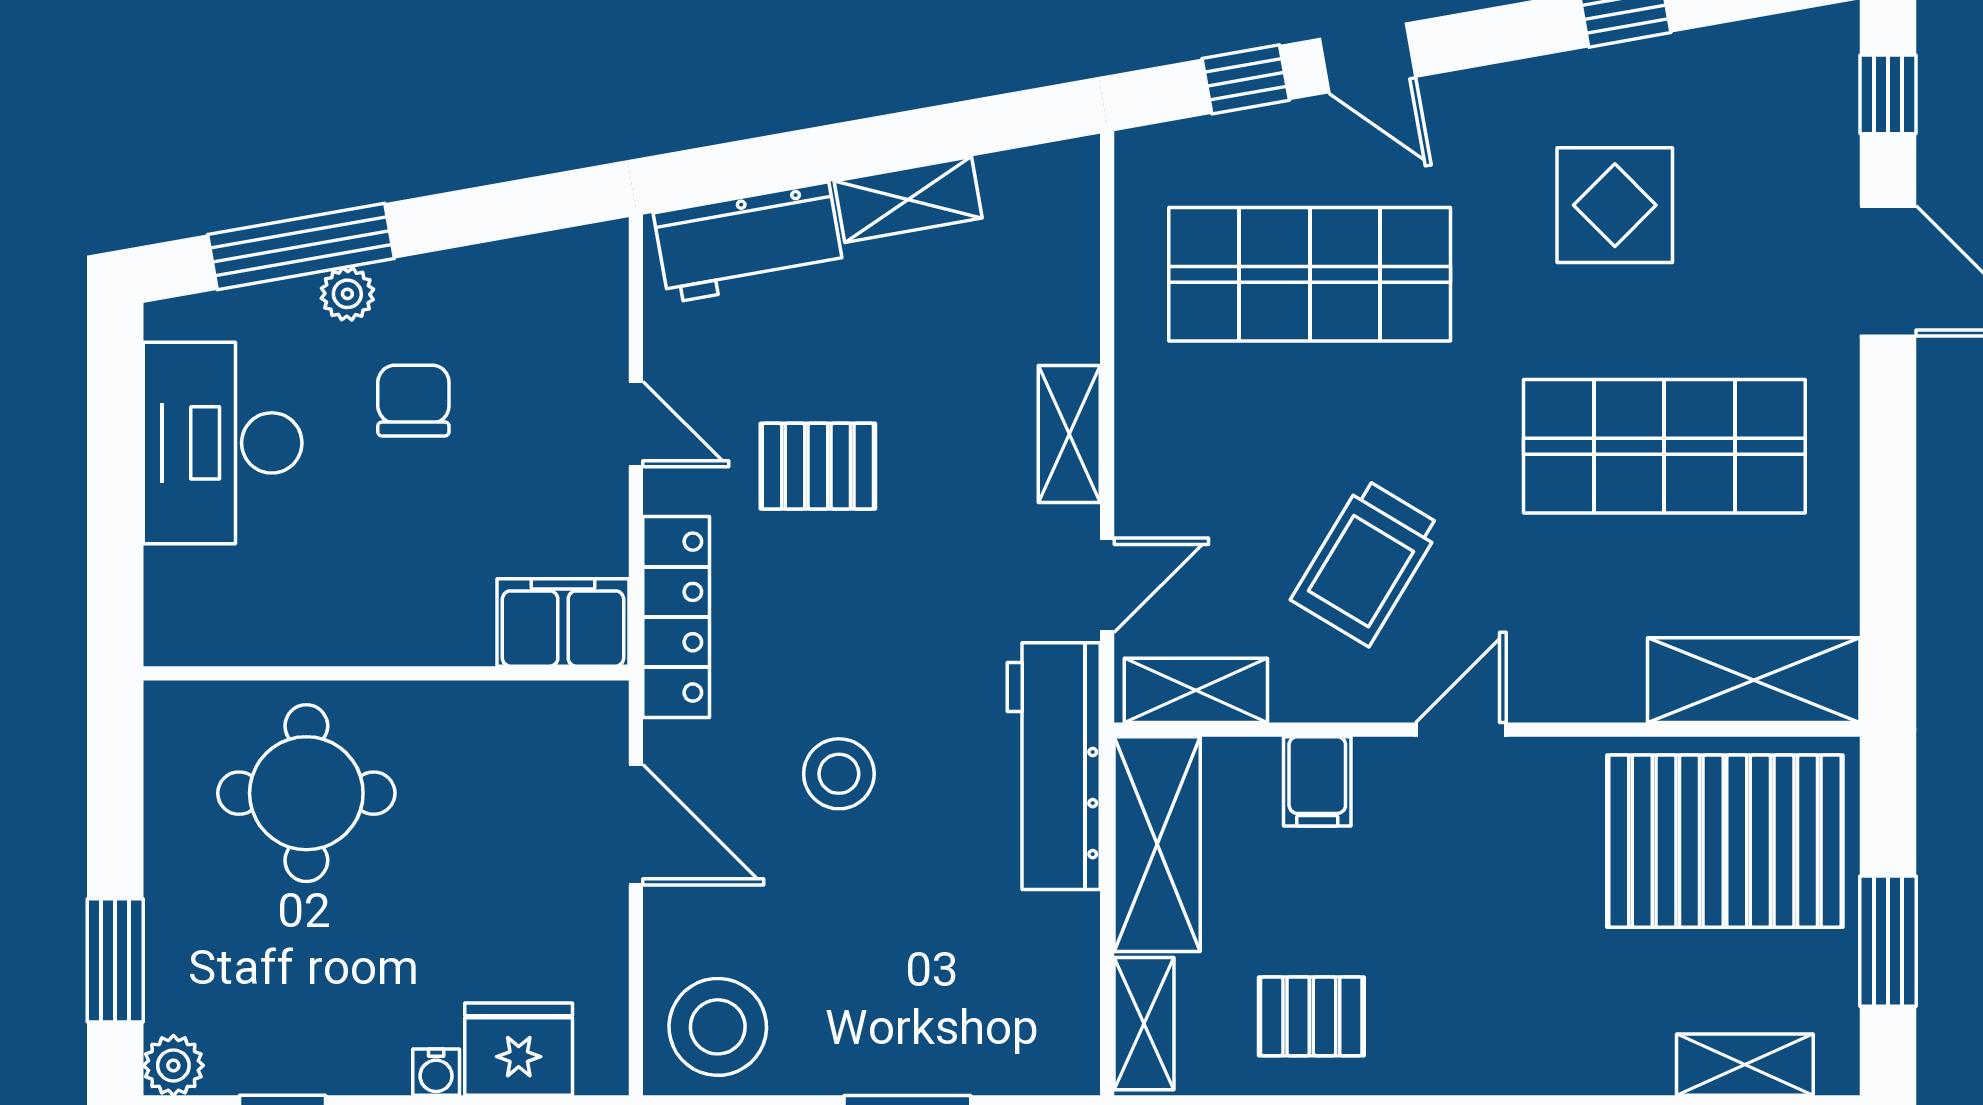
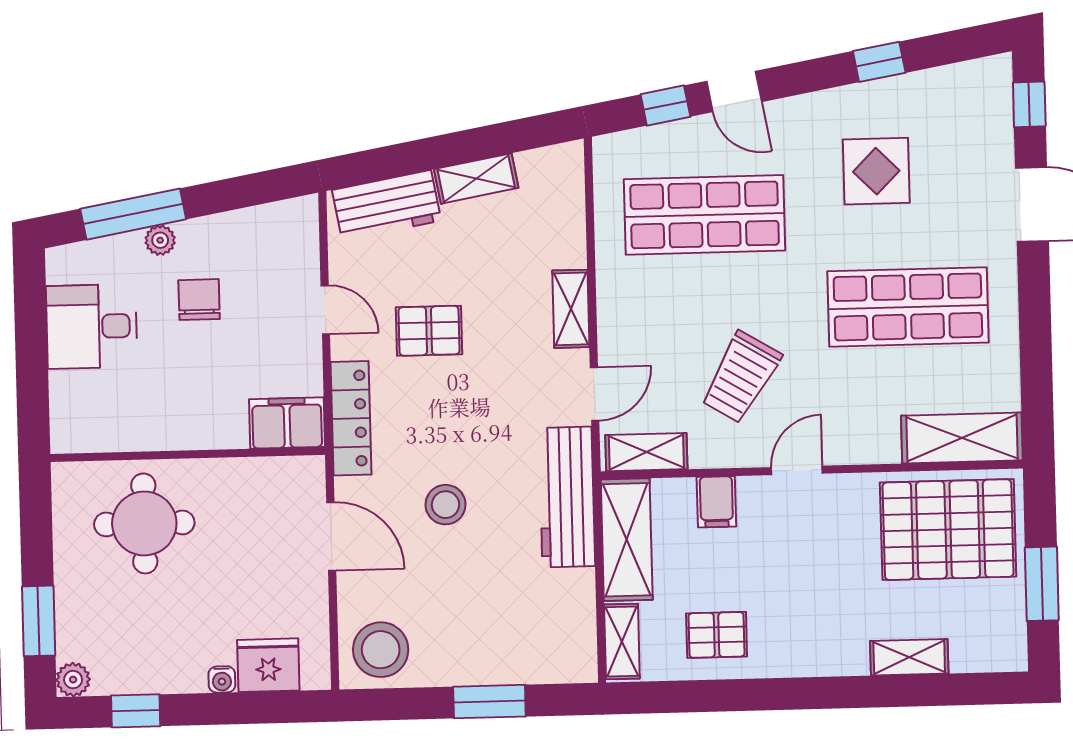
desk: (223, 443) -> (92, 326), width x0.73
shelving: (1745, 1065) -> (909, 657), moved

